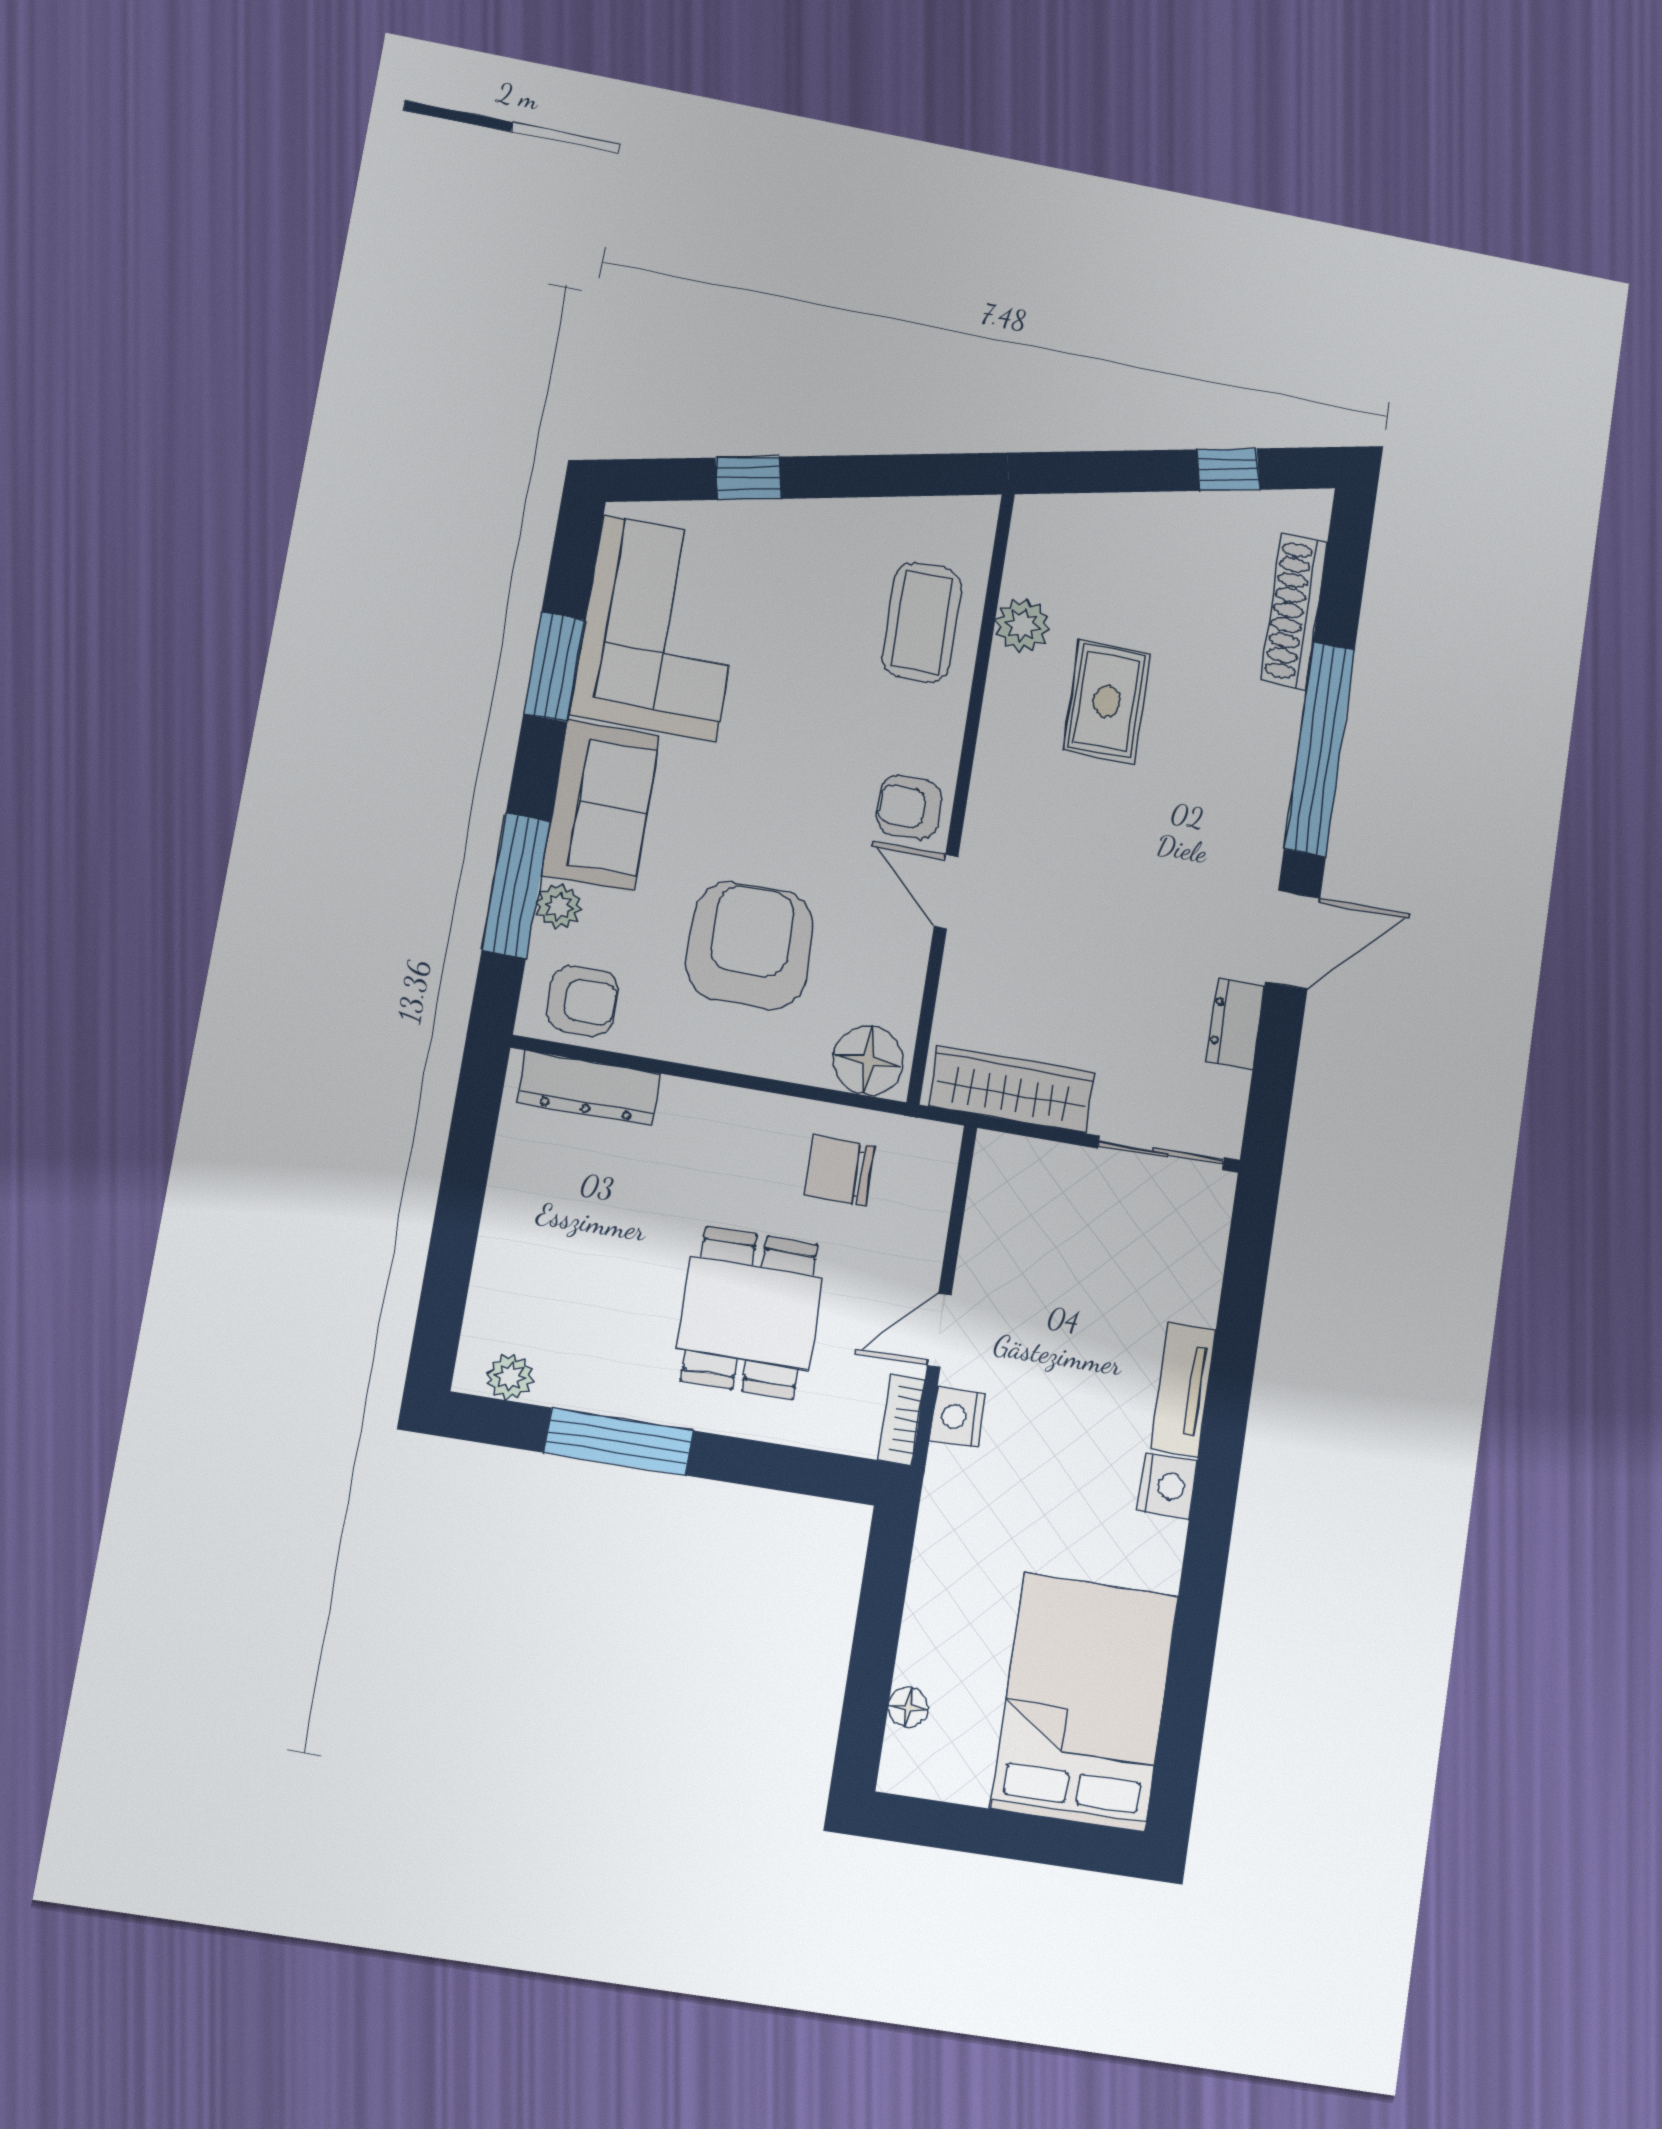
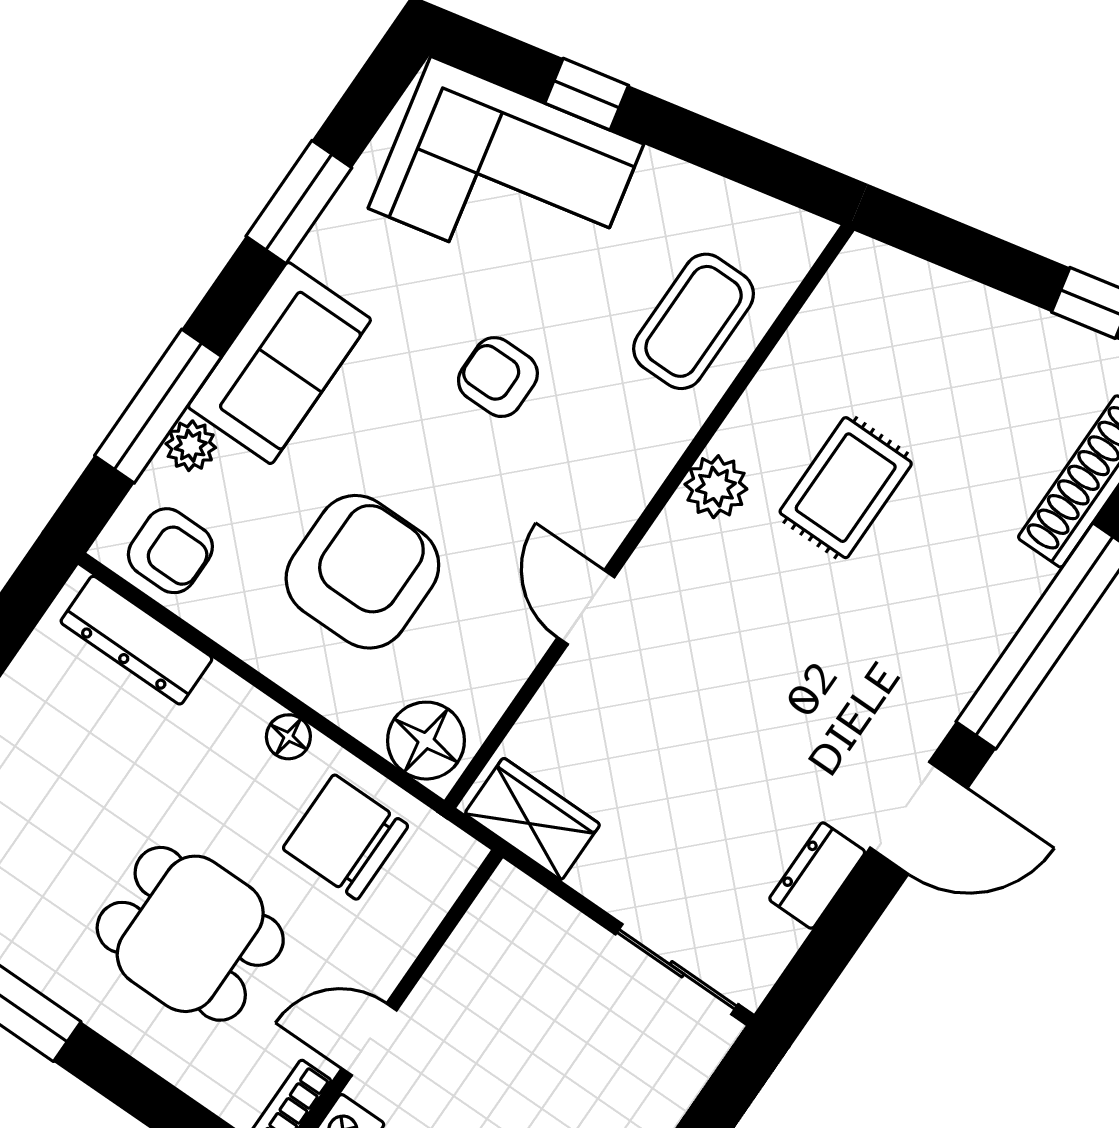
plant: (1022, 625) -> (716, 487), moved
corner sofa: (660, 628) -> (506, 176), moved, turned 78
armchair: (909, 807) -> (498, 377), moved
wardrobe: (1012, 1089) -> (532, 819), width x0.67
floor lamp: (754, 1110) -> (288, 737), added
chair: (840, 1171) -> (345, 837), width x1.37, depth x1.37
dining table: (749, 1313) -> (190, 934), turned 90

